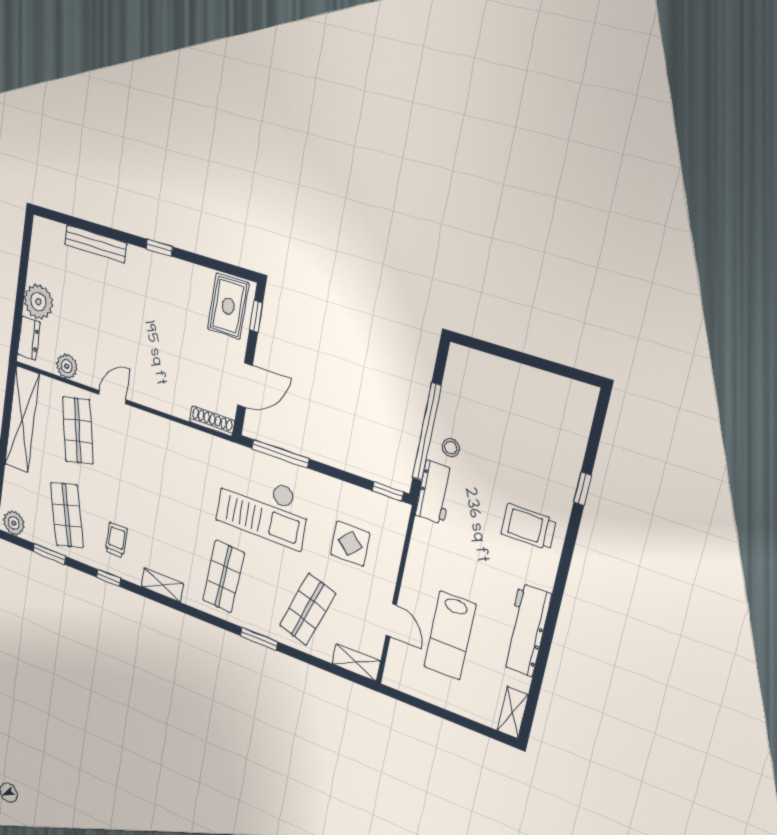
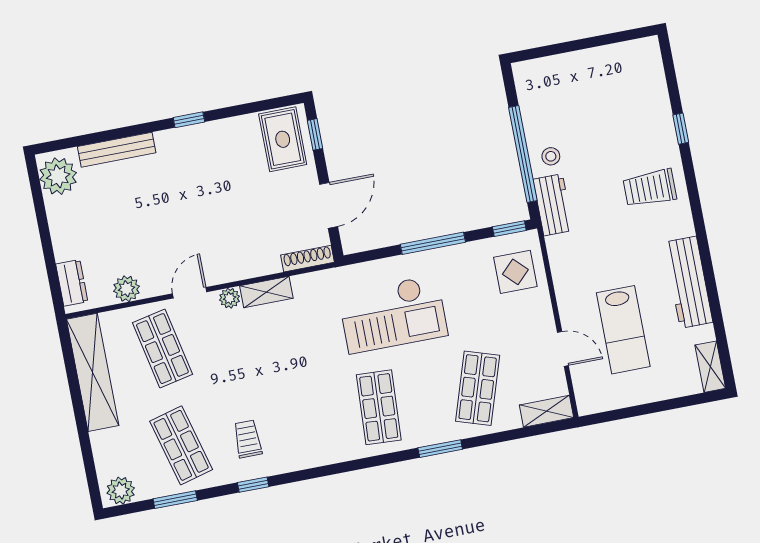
plant: (38, 302) -> (58, 176), moved
plant: (141, 419) -> (230, 298), added
window: (280, 454) -> (433, 243), moved
display table: (350, 544) -> (515, 272), moved
shelving: (162, 585) -> (266, 292), moved

